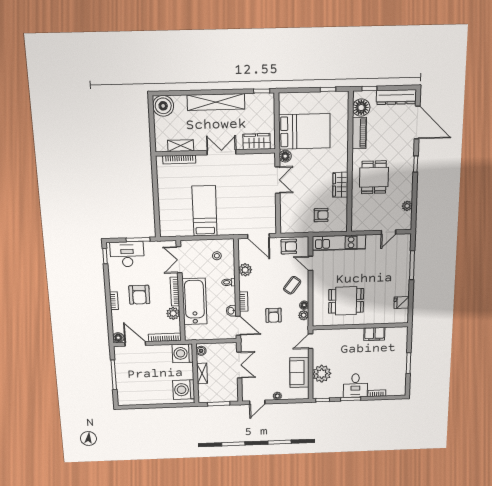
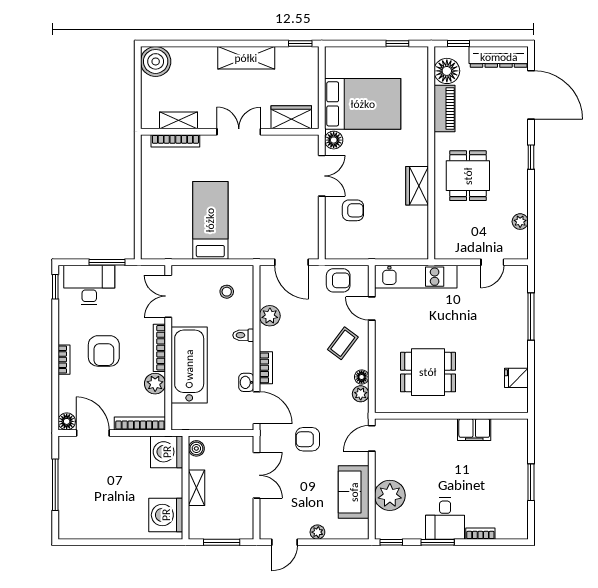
shelving: (216, 102) -> (246, 58), width x0.68
armchair: (321, 215) -> (353, 210), moved
armchair: (274, 315) -> (308, 439), moved, turned 90

